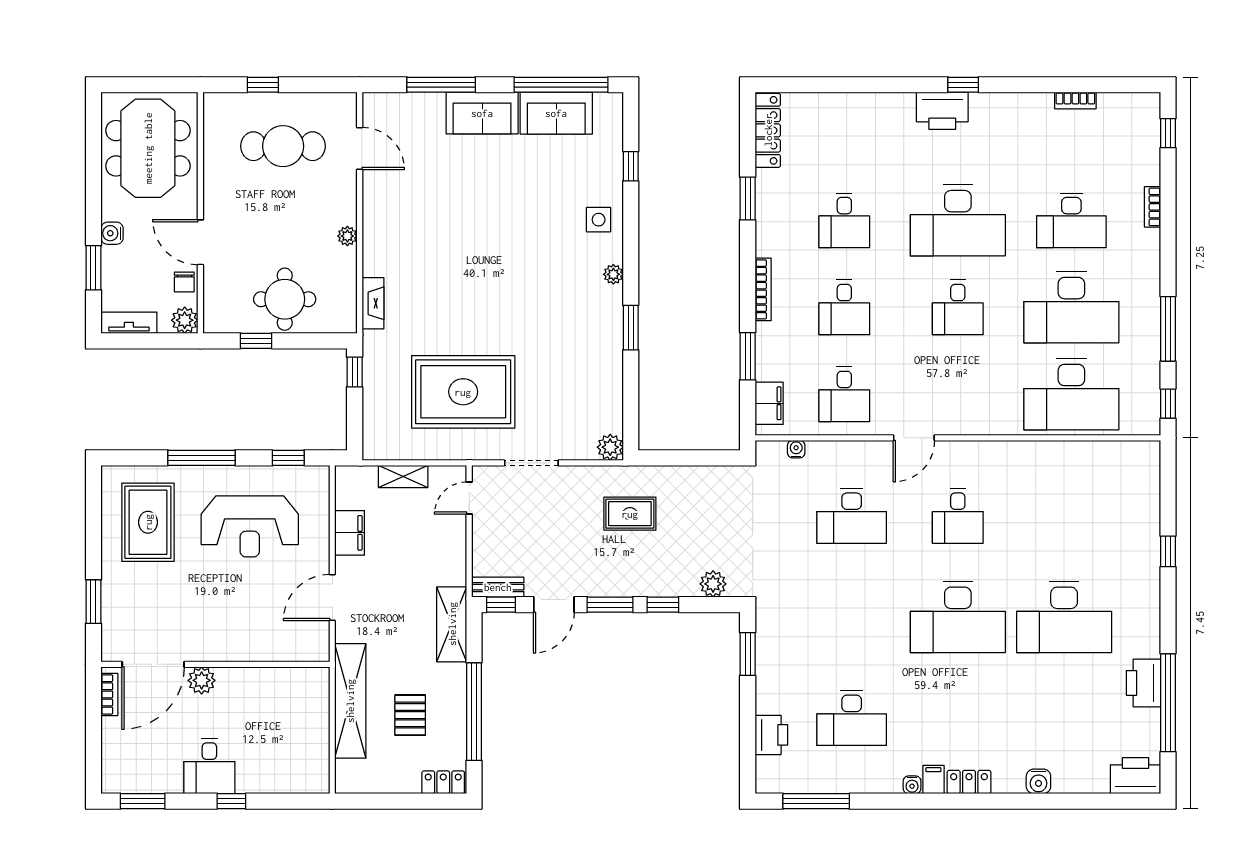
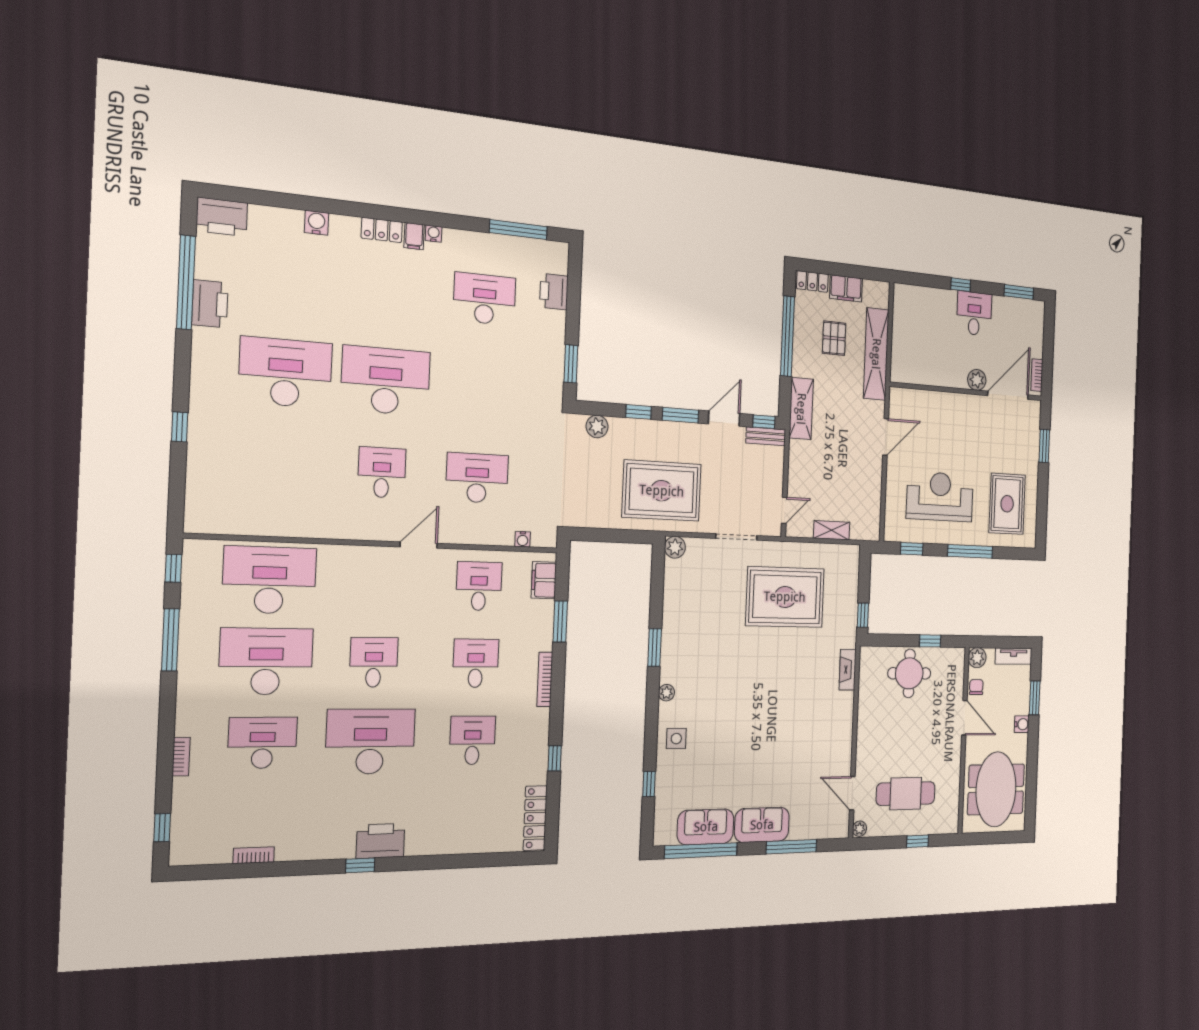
window: (748, 199) -> (555, 758), width x0.67
plant: (347, 236) -> (860, 829), moved
rug: (630, 514) -> (662, 491), width x1.86, depth x2.06
filing cabinet: (350, 533) -> (846, 288), moved, turned -90

